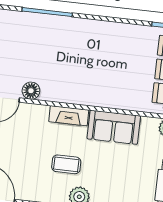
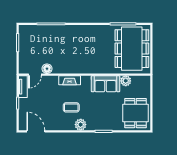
sofa: (114, 127) -> (106, 84), moved

